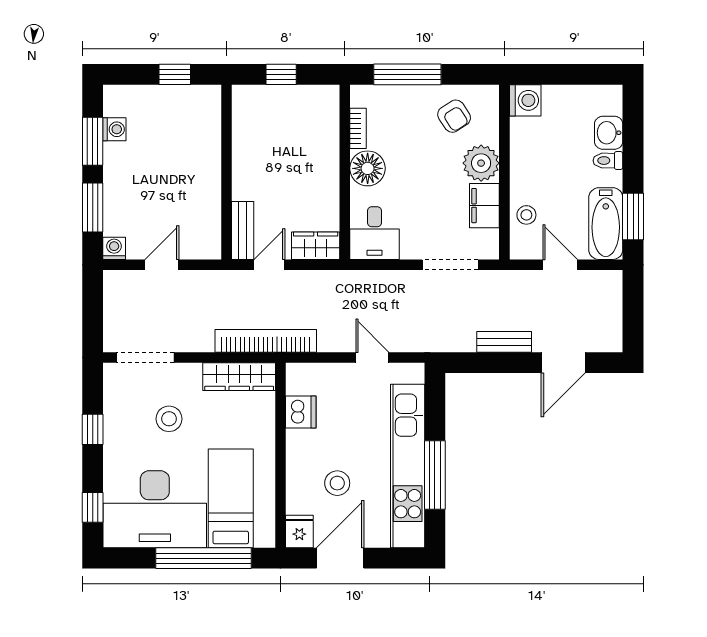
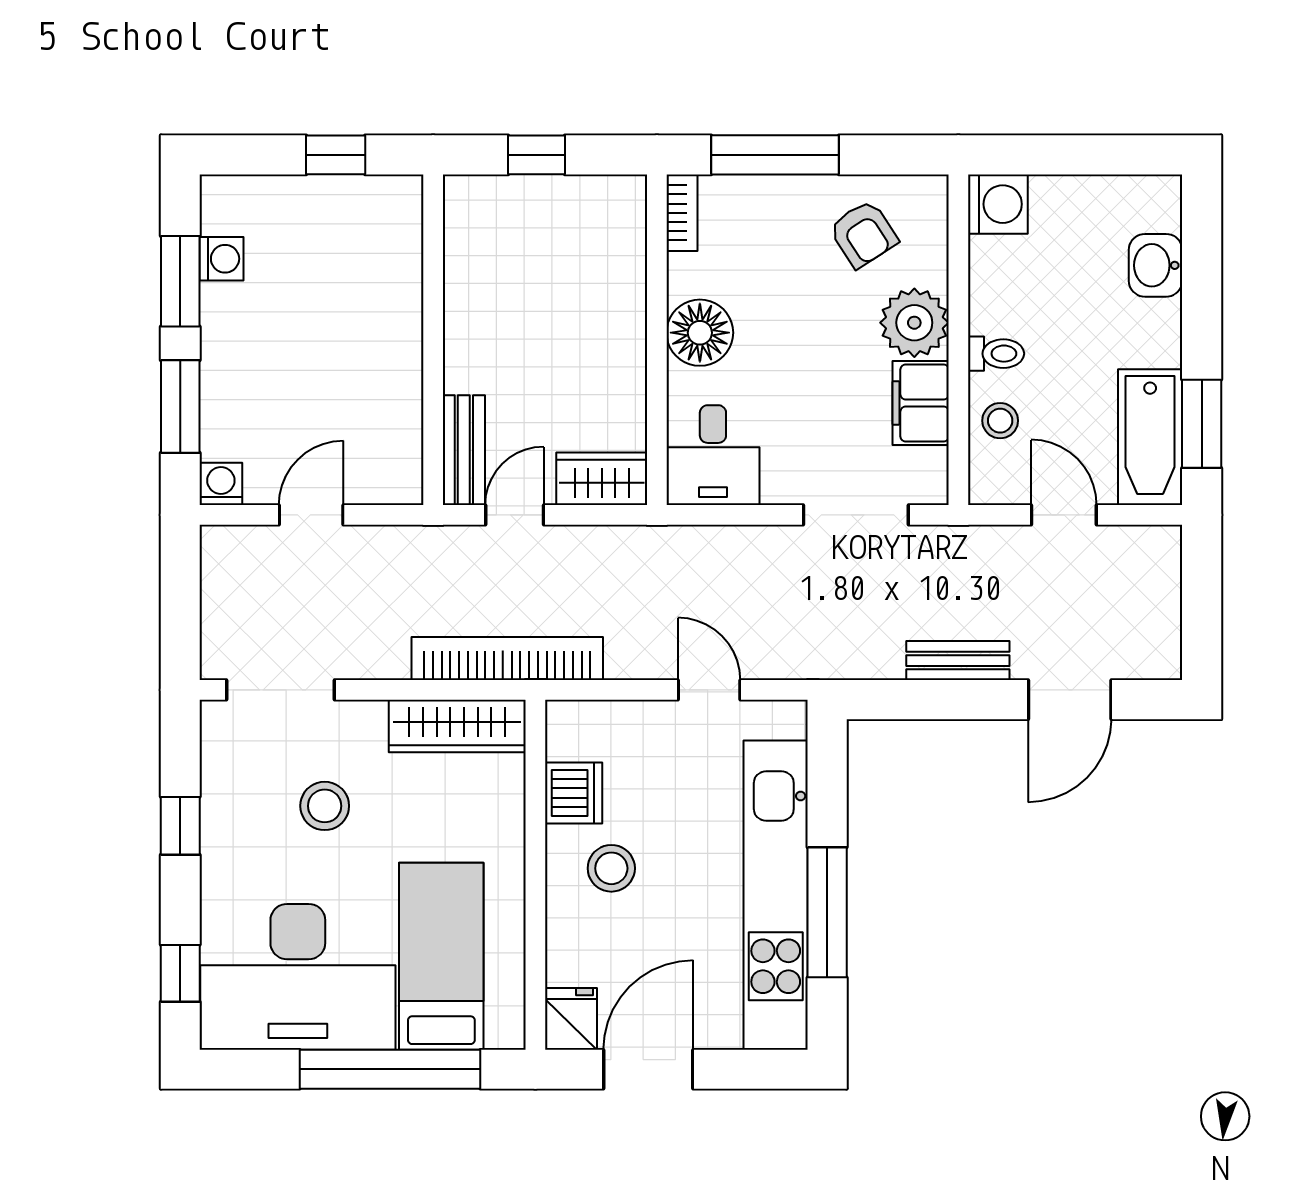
bookcase: (358, 128) -> (682, 213), moved
toilet: (608, 161) -> (996, 354), moved, turned 180
stool: (337, 483) -> (611, 868), moved

